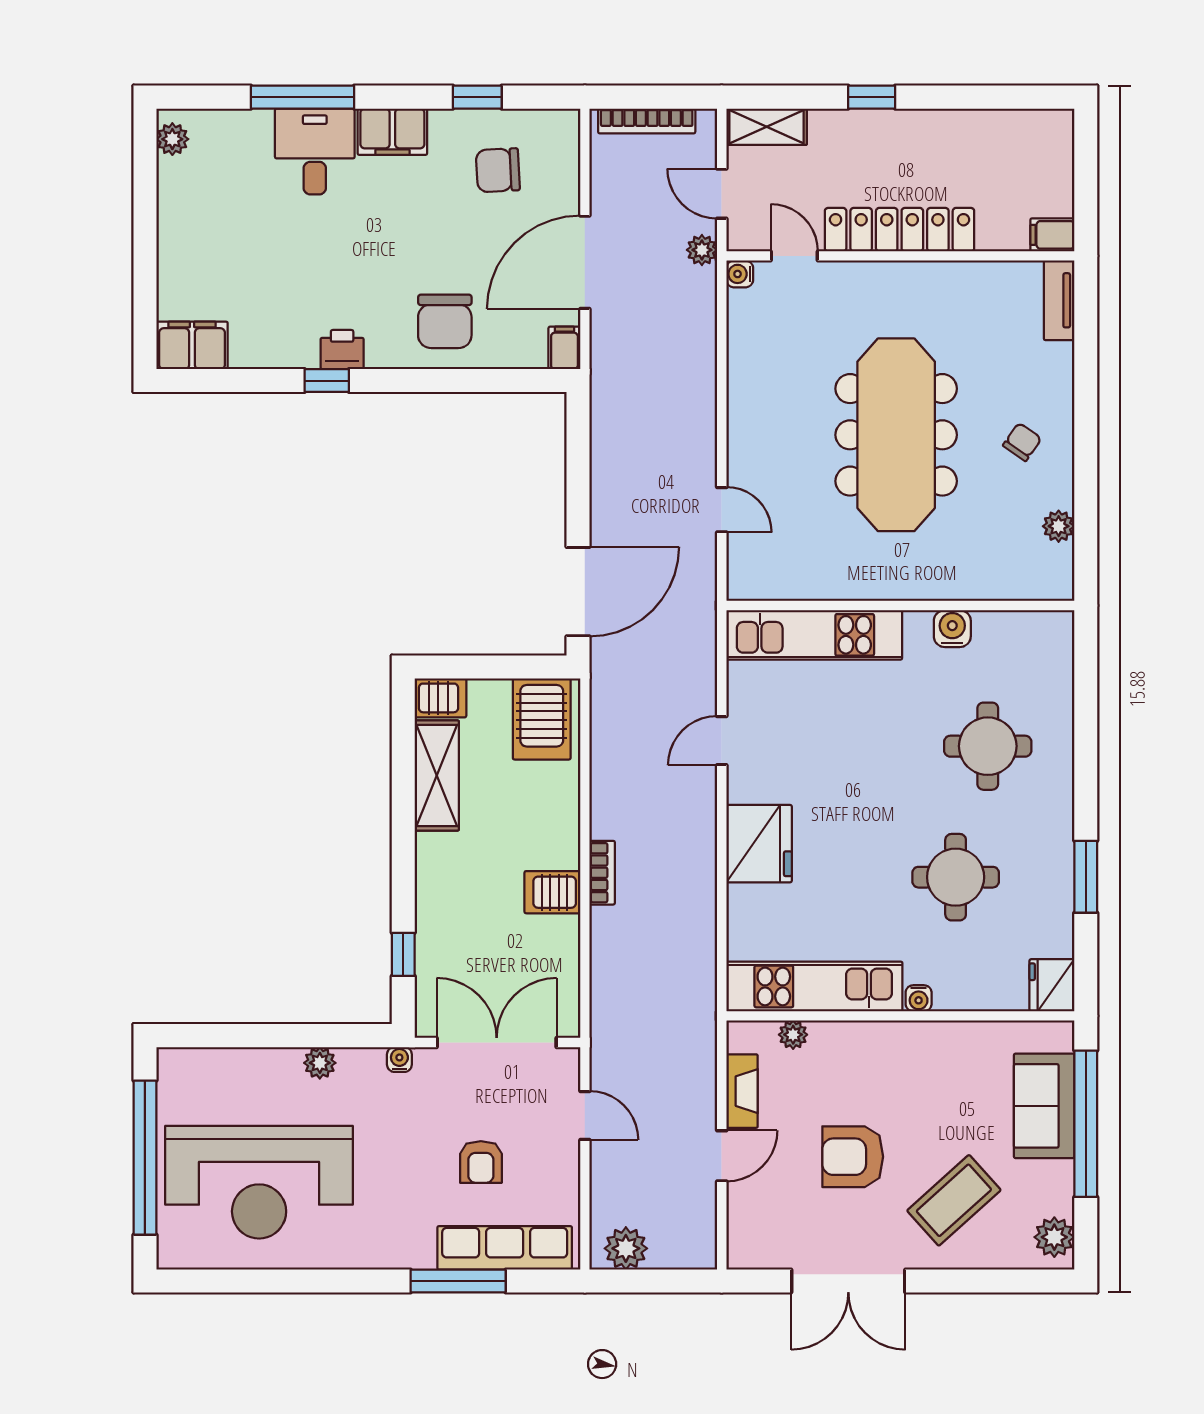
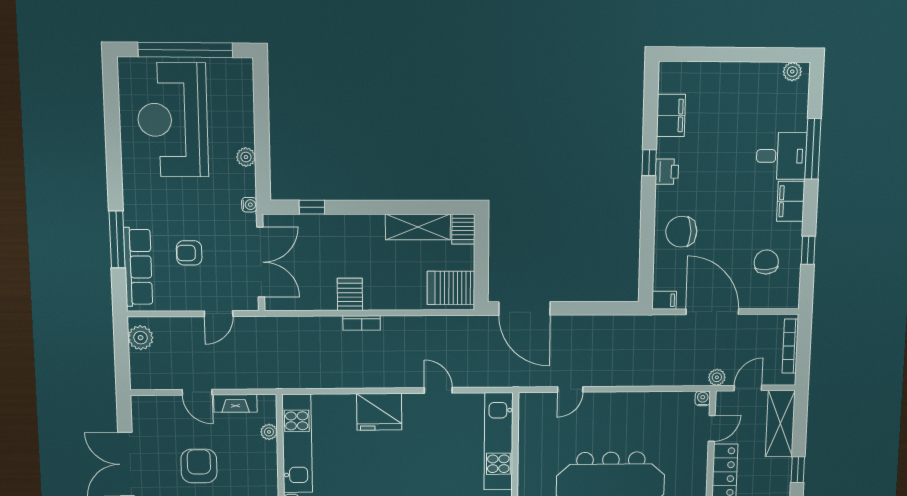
shelving: (767, 127) -> (780, 424), width x1.50, depth x1.33
filing cabinet: (192, 345) -> (671, 115), moved

